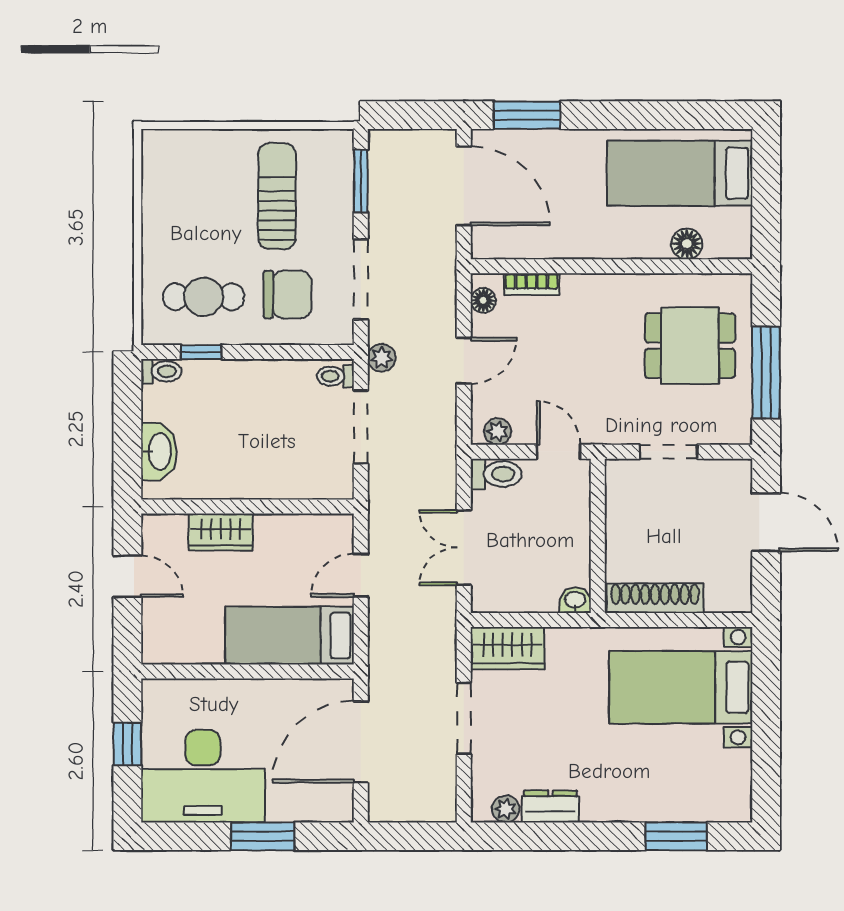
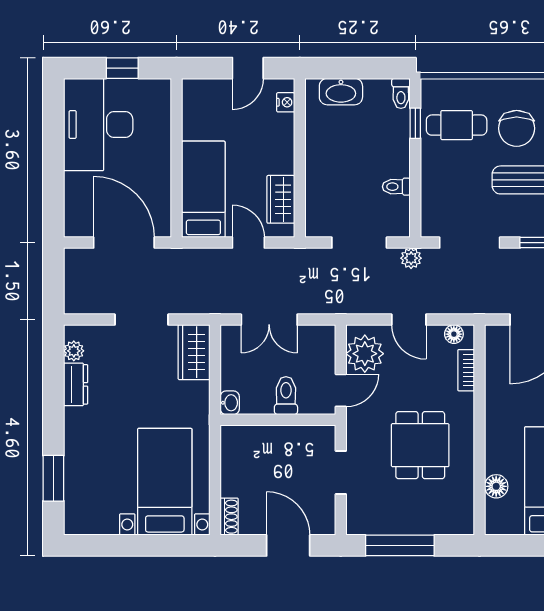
chair: (288, 294) -> (517, 128), moved
cafe table: (204, 297) -> (457, 125), turned 90
dining table: (690, 346) -> (420, 445), moved
toilet: (335, 376) -> (396, 187), moved, turned -90
plant: (498, 431) -> (365, 354), width x1.88, depth x1.88
toilet: (496, 474) -> (286, 396), moved, turned 180
door: (766, 522) -> (288, 545), swing flipped
nightstand: (173, 526) -> (286, 102), added
wardrobe: (221, 532) -> (281, 199), moved
double door: (464, 548) -> (269, 320), swing flipped
shoe rack: (655, 598) -> (229, 517), moved, width x0.51, depth x0.81
window: (263, 836) -> (53, 169), removed

